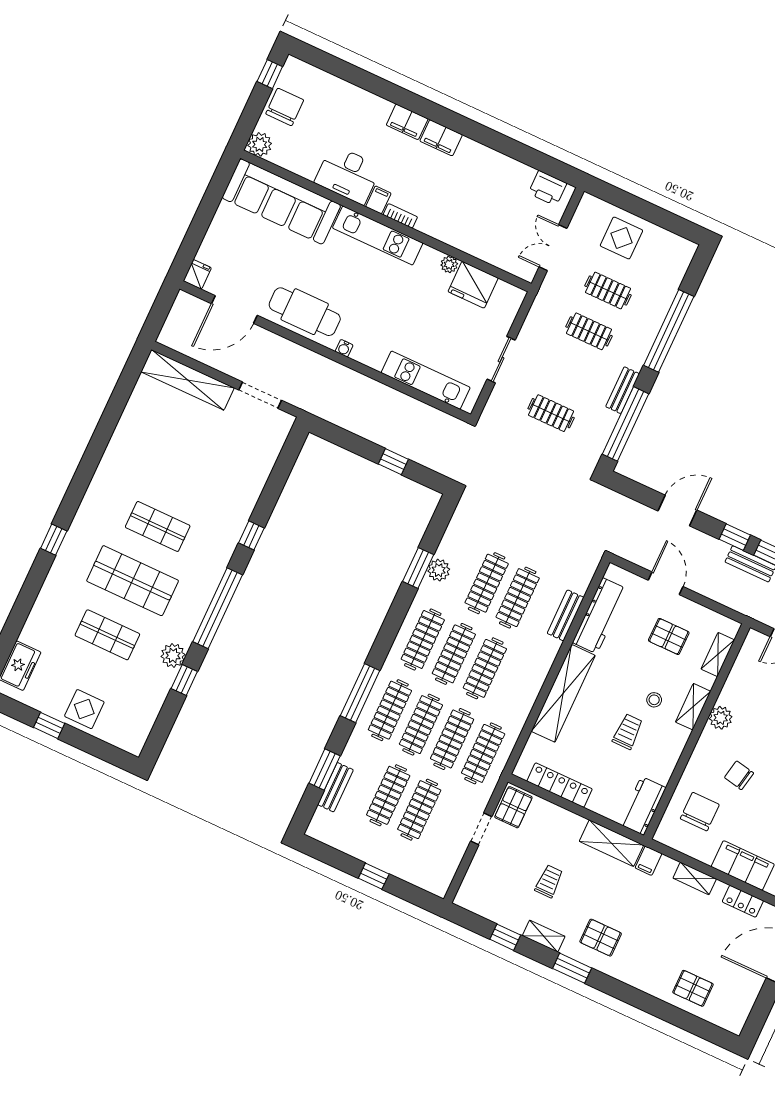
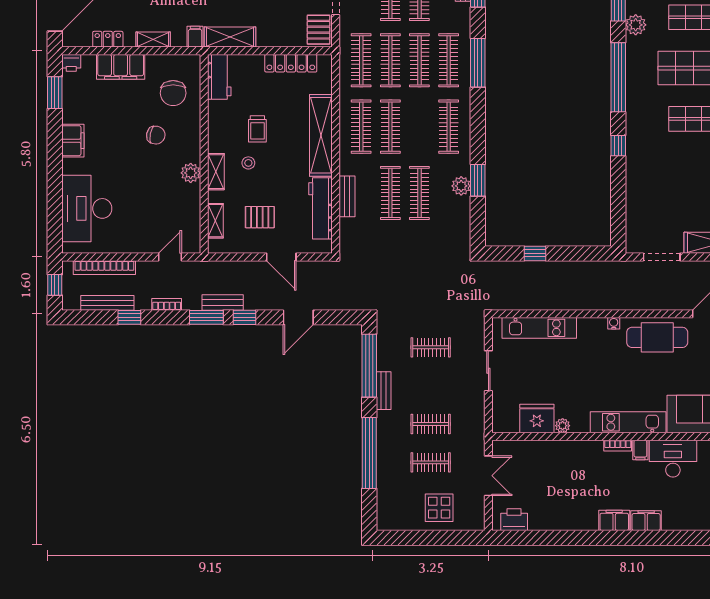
clothes rail: (454, 654) -> (361, 127), moved

